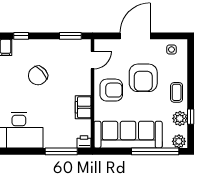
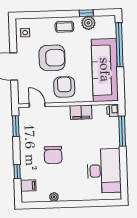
chair: (38, 76) -> (53, 155), turned 42
plant: (179, 141) -> (109, 23), removed

